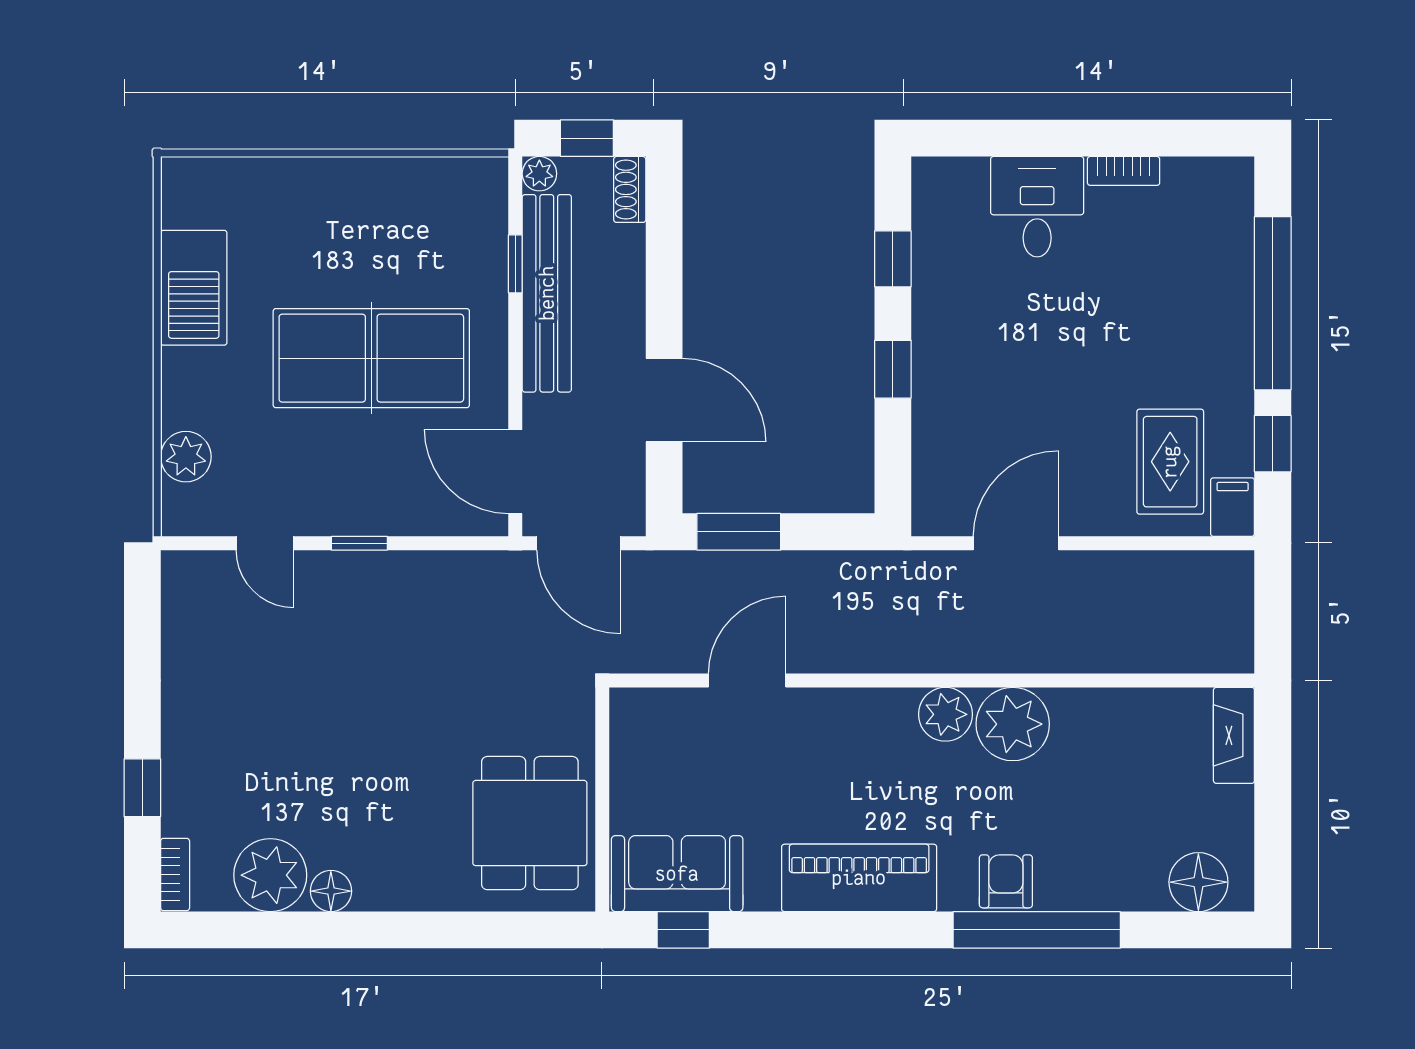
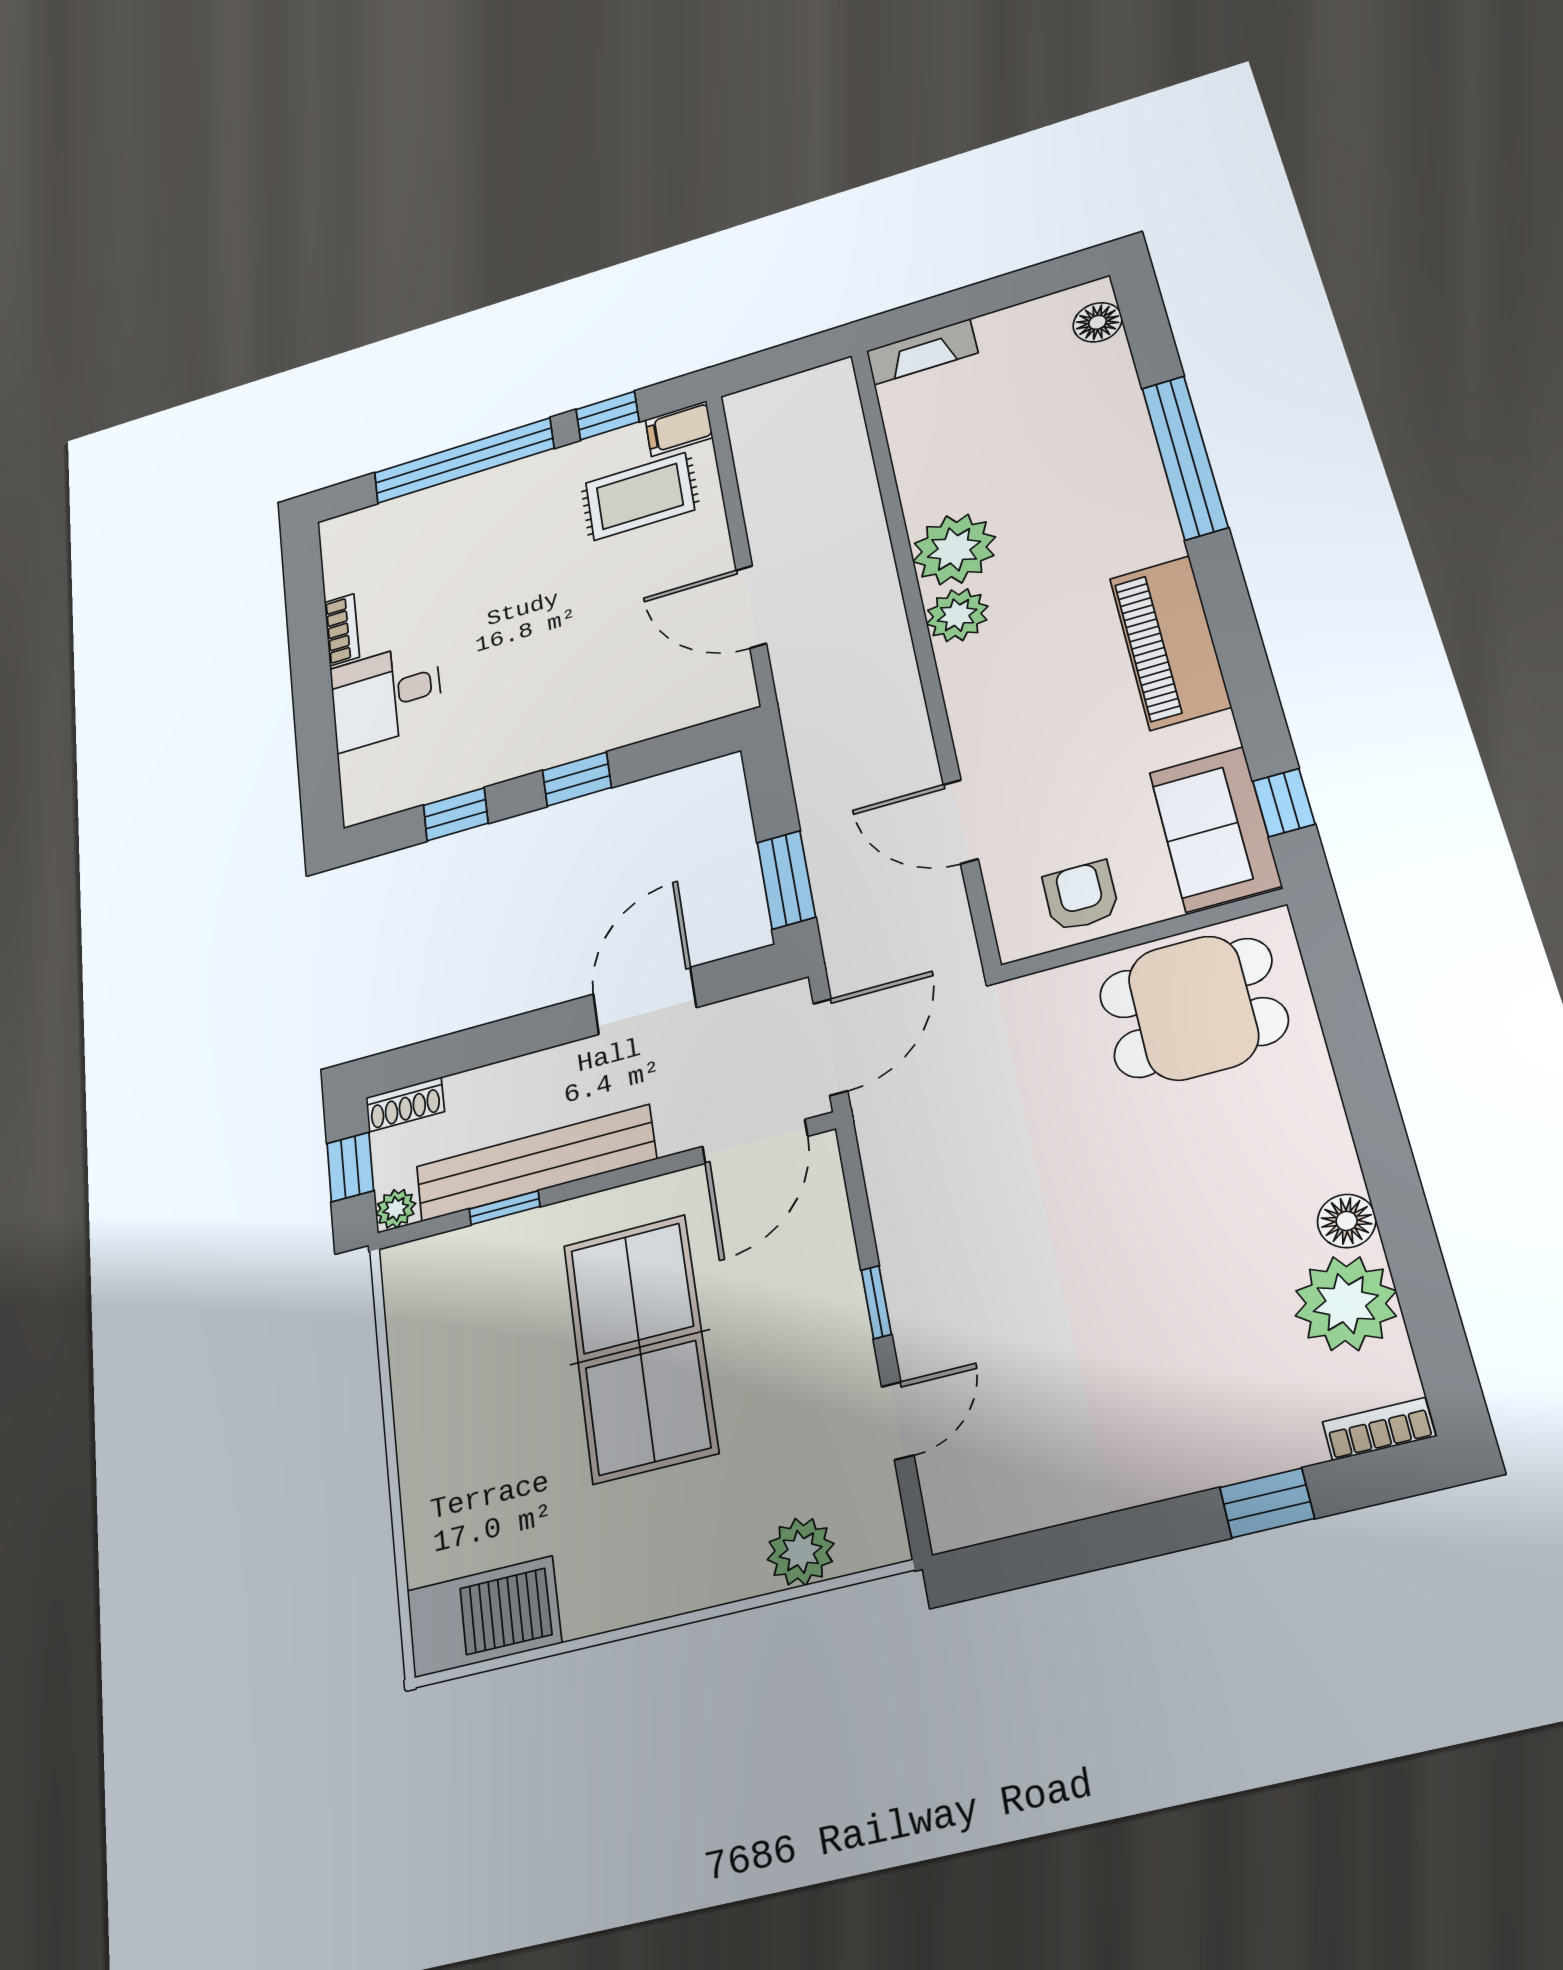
barbecue: (194, 288) -> (484, 1617), moved
armchair: (1006, 881) -> (1081, 896), moved, turned 90
floor lamp: (1198, 882) -> (1098, 322), width x0.73, depth x0.73

